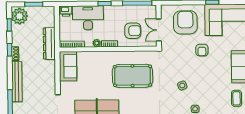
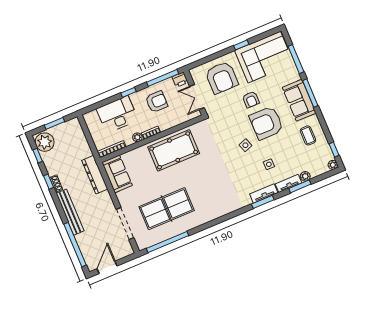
printer: (66, 11) -> (180, 80), moved
armchair: (185, 22) -> (222, 78), turned 180
armchair: (133, 31) -> (157, 102), moved
dresser: (49, 43) -> (95, 175), moved
armchair: (207, 74) -> (266, 123), added
pool table: (132, 76) -> (174, 150), moved

